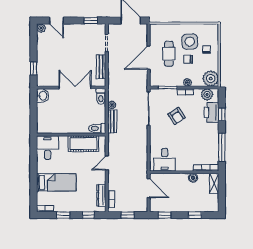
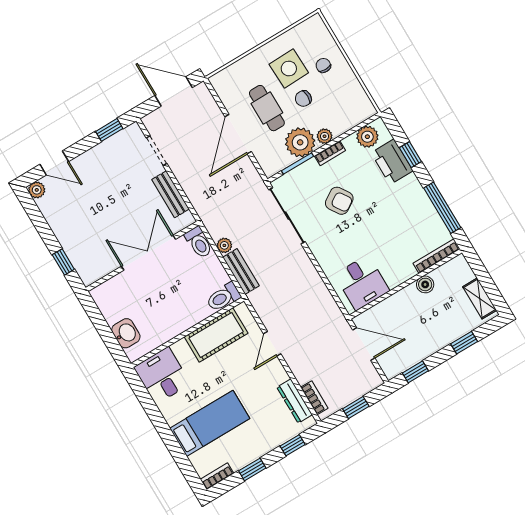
plant: (211, 79) -> (300, 142), moved
washbasin: (43, 96) -> (126, 333), moved
shelving: (214, 183) -> (480, 298), moved

